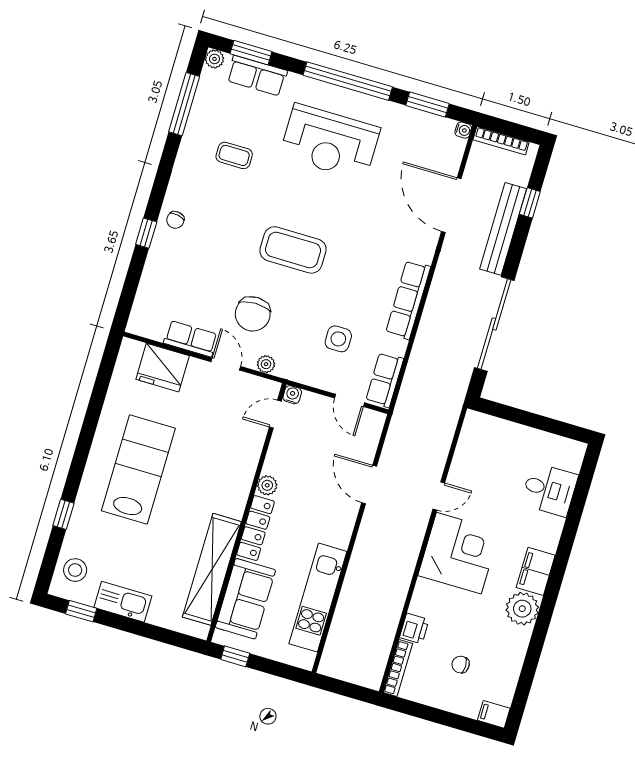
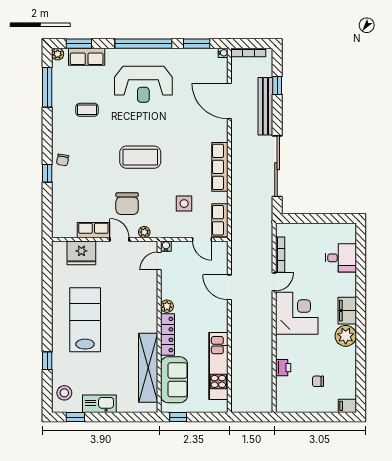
bookcase: (398, 668) -> (280, 255), moved

